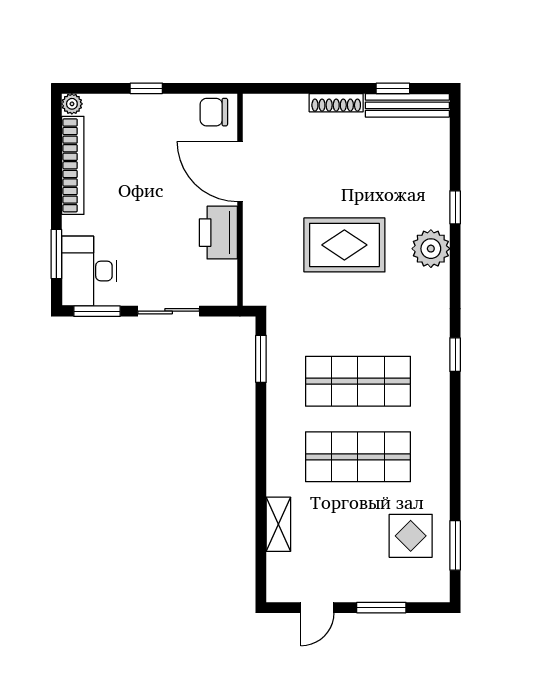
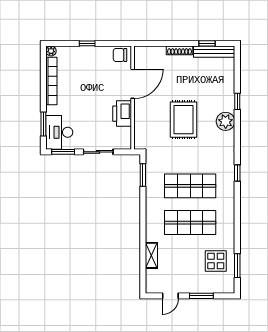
door: (240, 171) -> (133, 84), swing flipped
rug: (344, 245) -> (184, 120), turned 90

